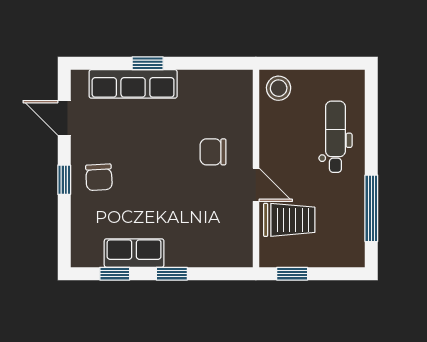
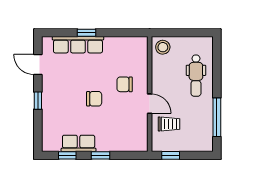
dental chair: (335, 137) -> (196, 76), turned 180
chair: (99, 177) -> (94, 99), moved, turned -87
trolley: (289, 220) -> (169, 124), width x0.73, depth x0.72

